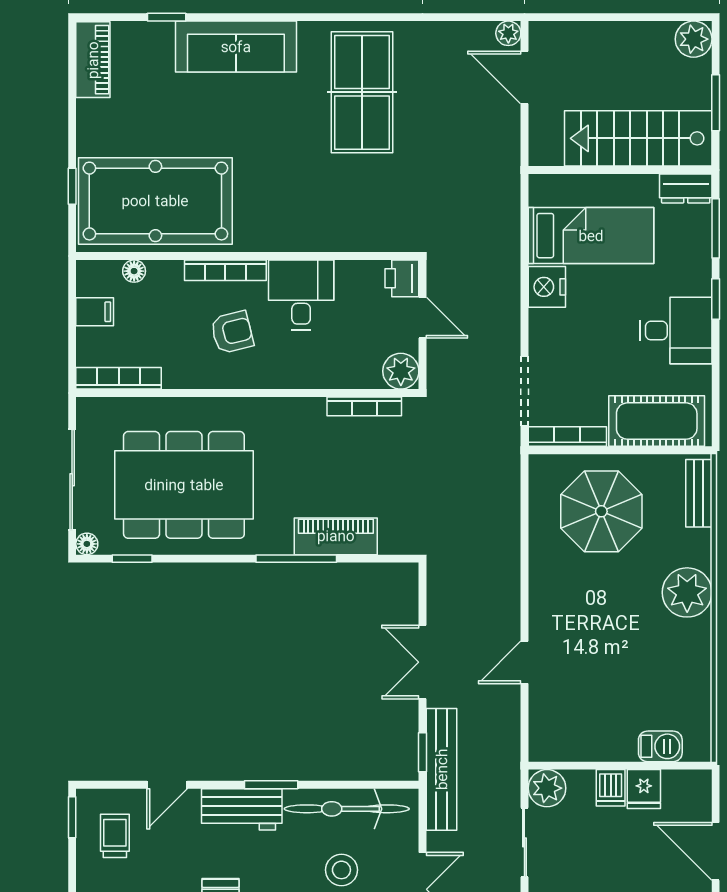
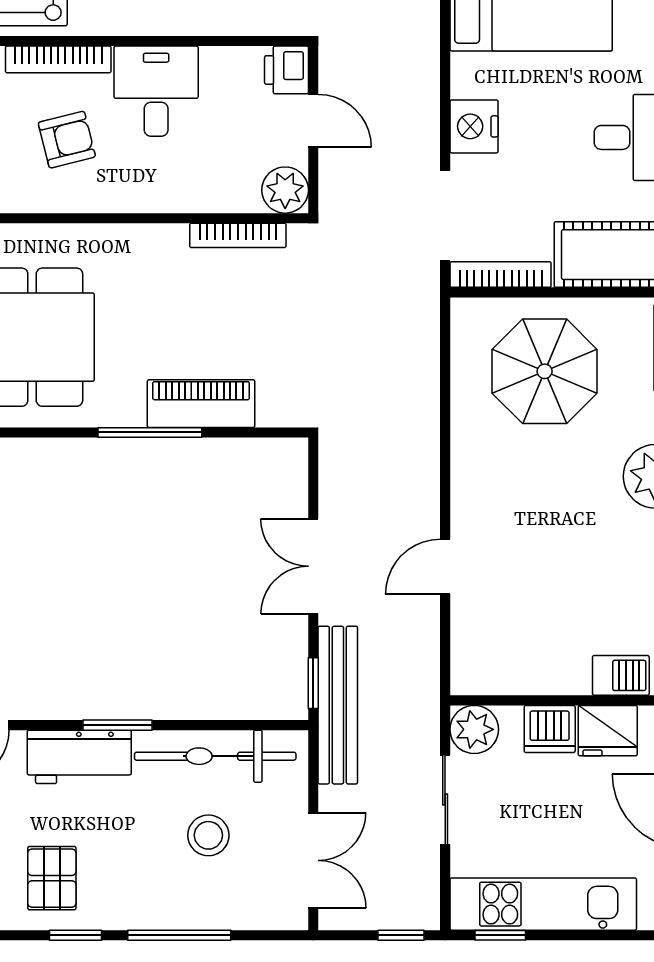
nightstand: (547, 287) -> (474, 126), moved
dishwasher: (611, 788) -> (550, 729), width x1.38
fridge: (644, 789) -> (608, 731), width x1.38

